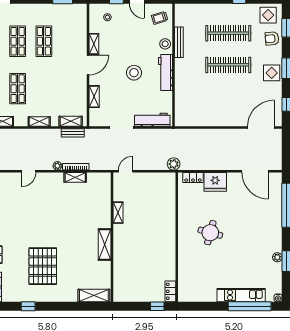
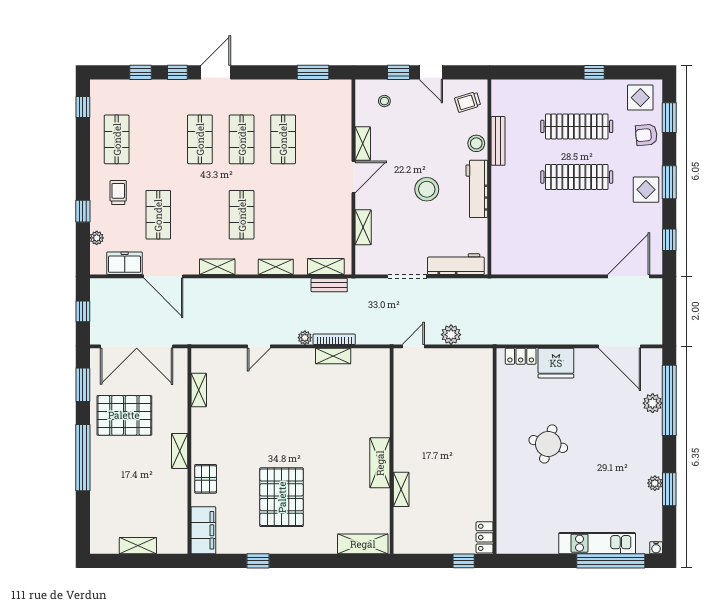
plant: (174, 164) -> (451, 335), moved
plant: (276, 207) -> (653, 403), added
shelving: (118, 213) -> (401, 489), moved

